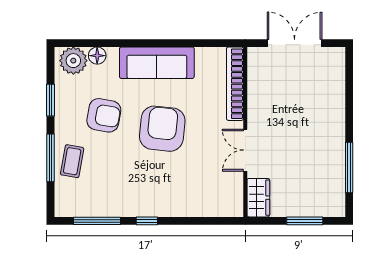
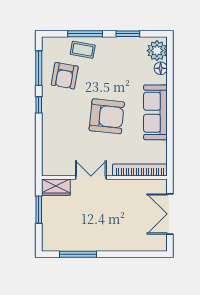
double door: (295, 43) -> (170, 214), swing flipped
armchair: (104, 115) -> (65, 76), moved
window: (305, 221) -> (39, 210), moved

